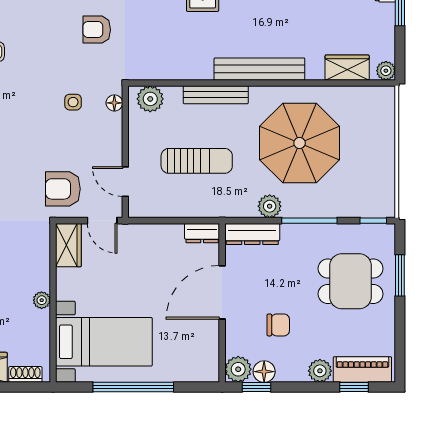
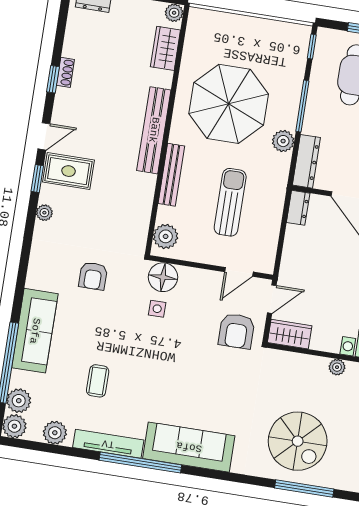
floor lamp: (114, 103) -> (163, 277), width x1.89, depth x1.89

